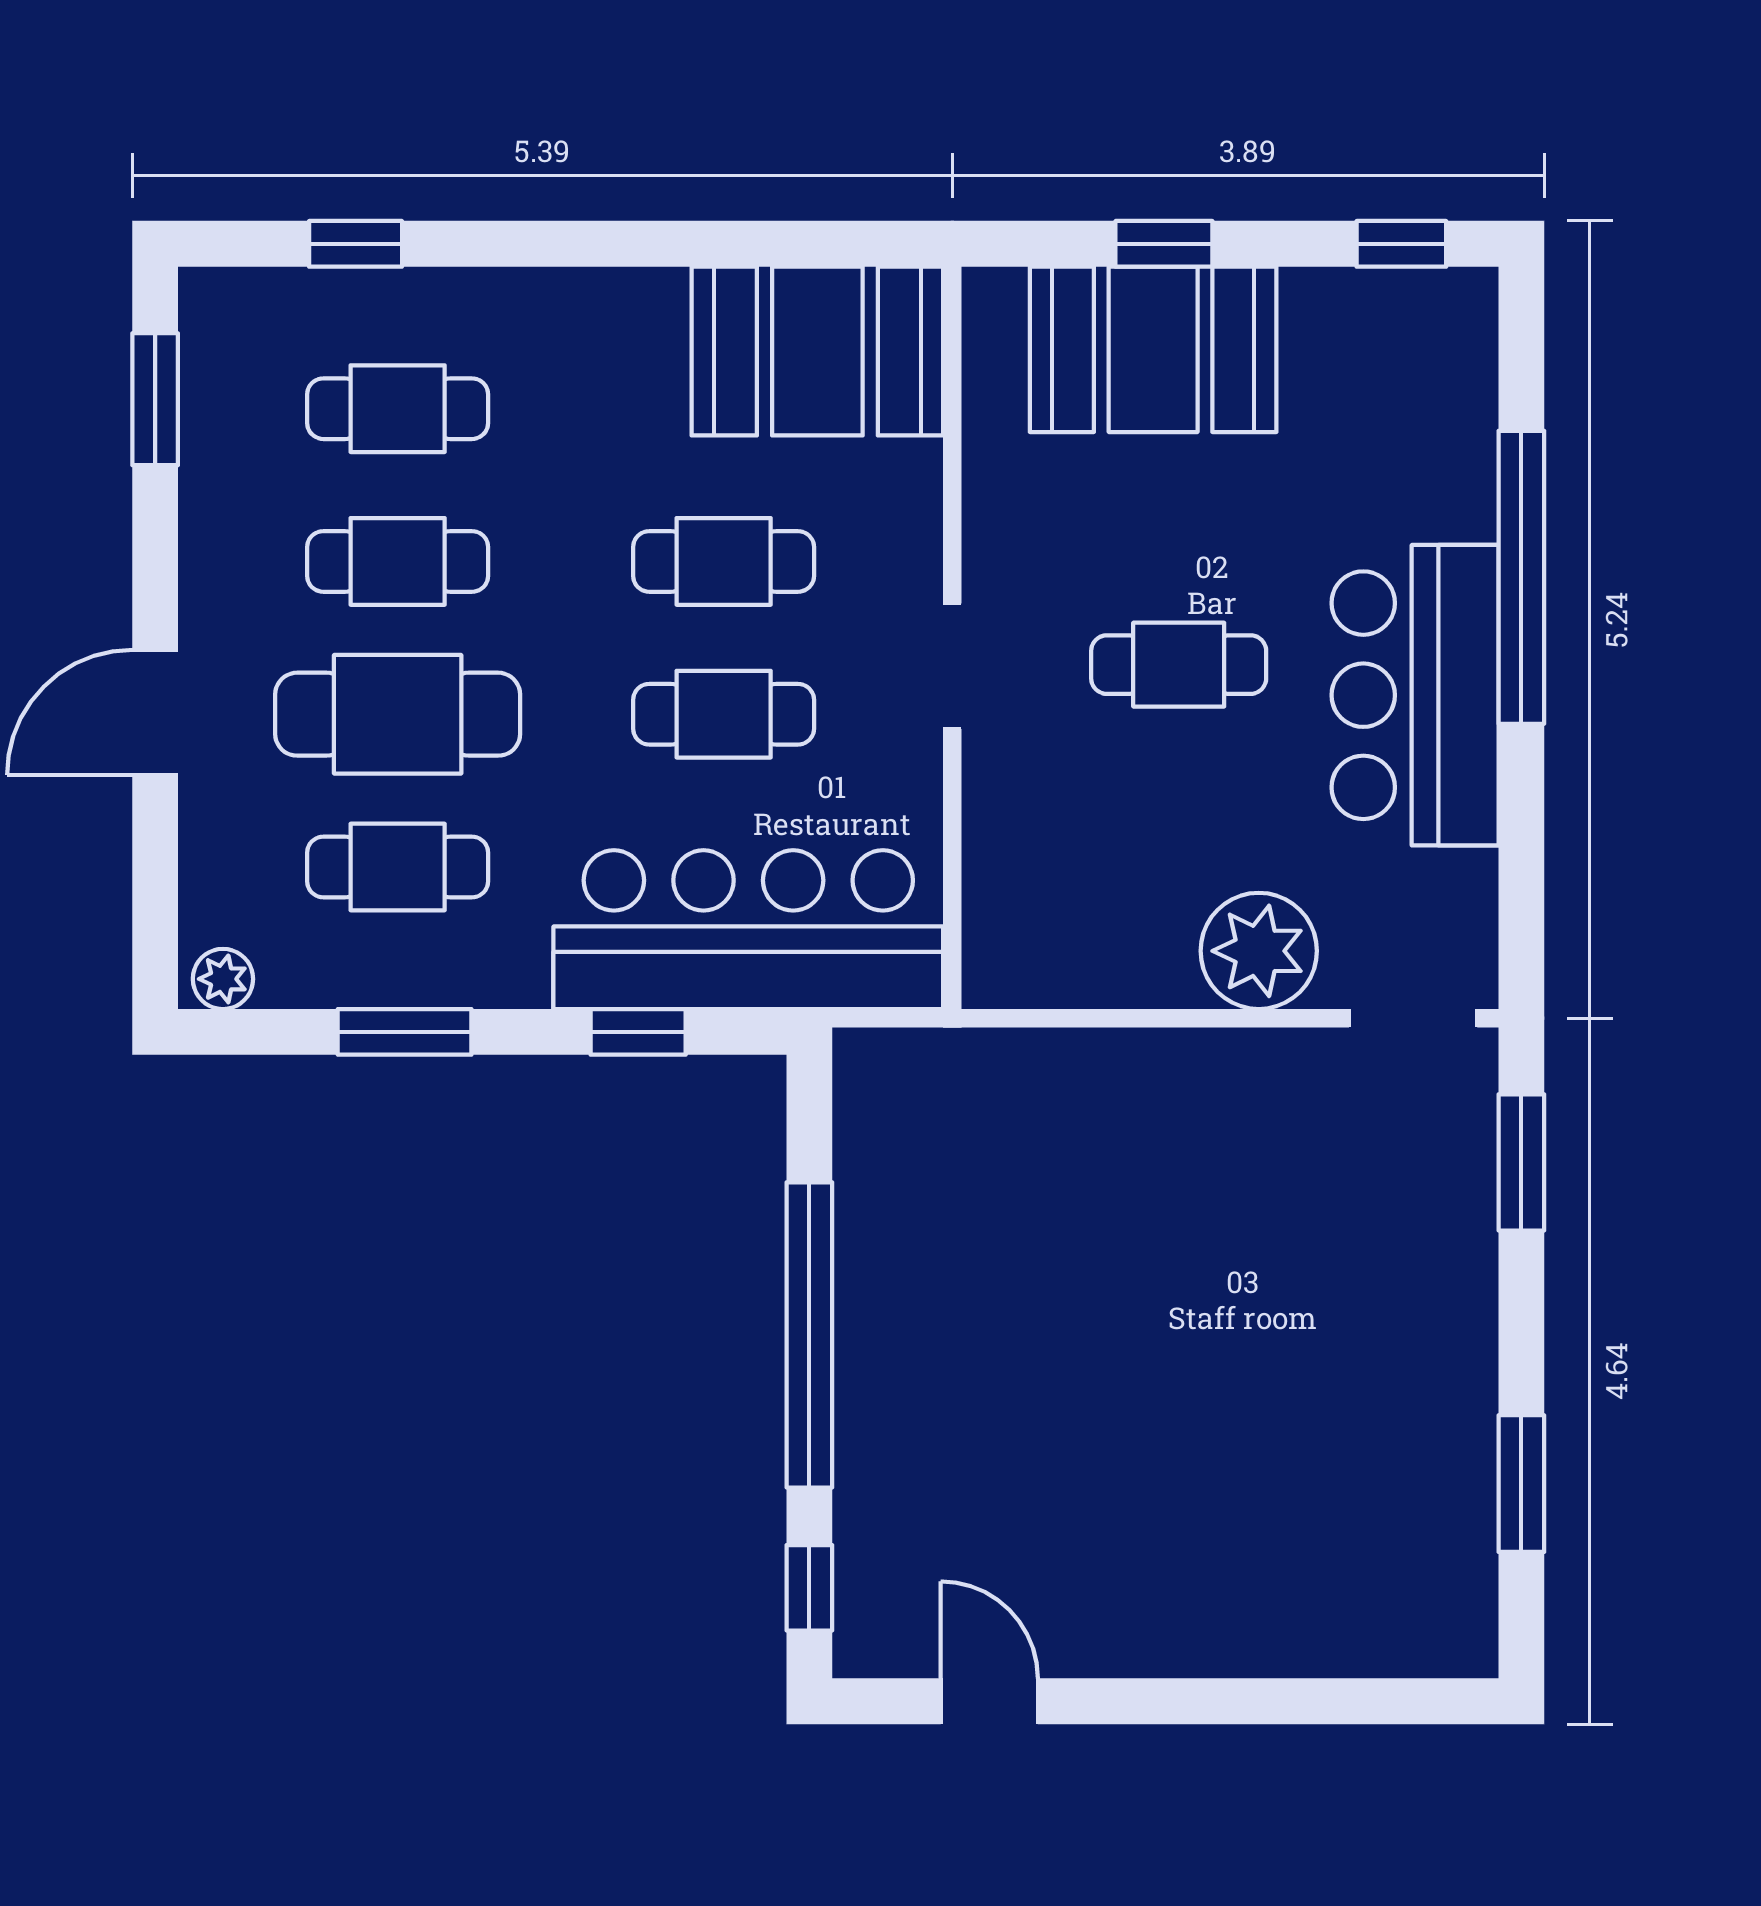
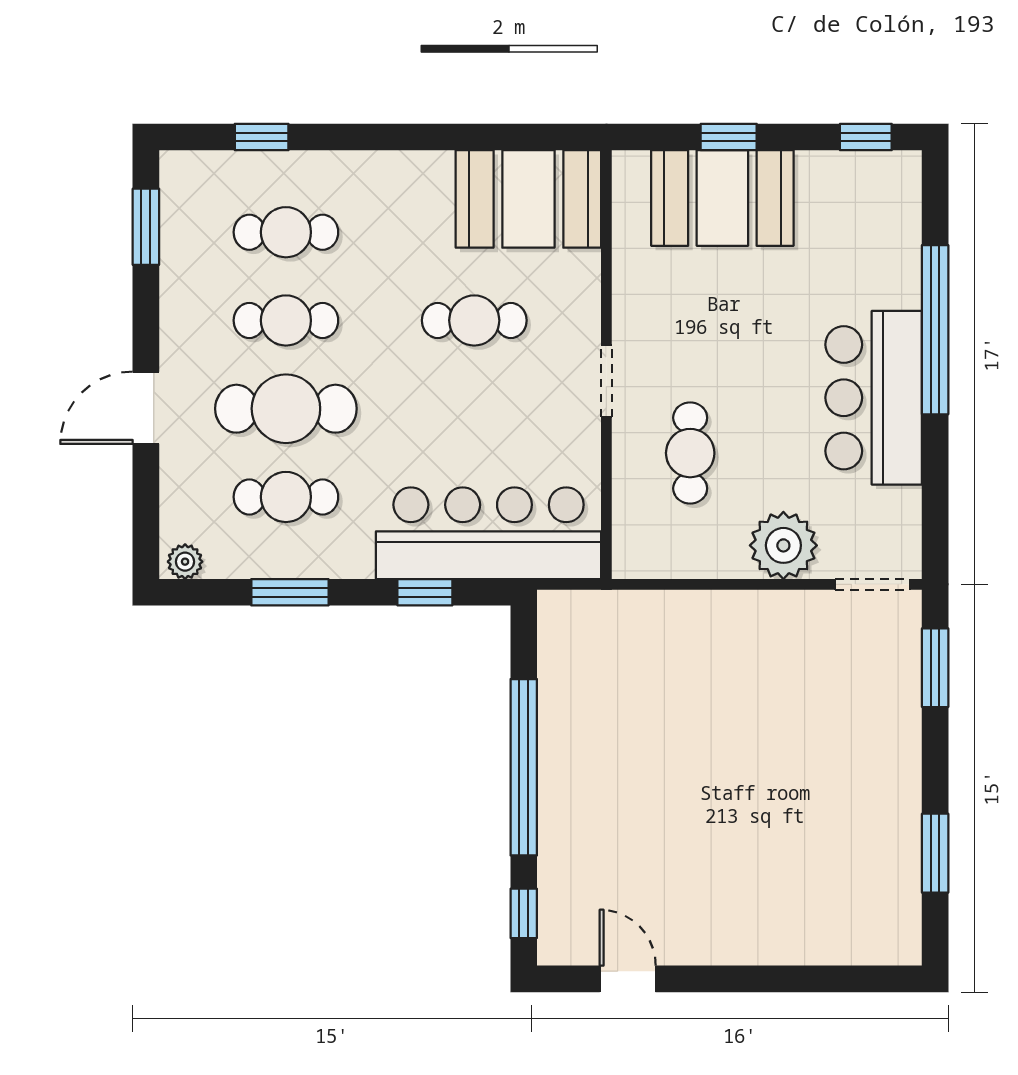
cafe table: (1179, 665) -> (690, 453), moved, turned 90
cafe table: (724, 714) -> (474, 409), removed

